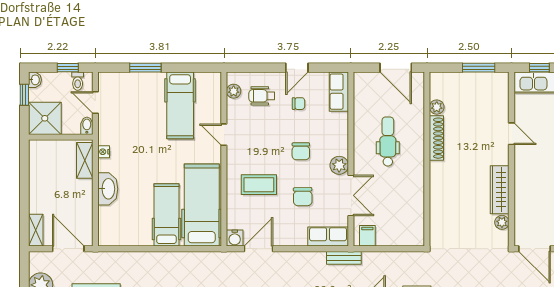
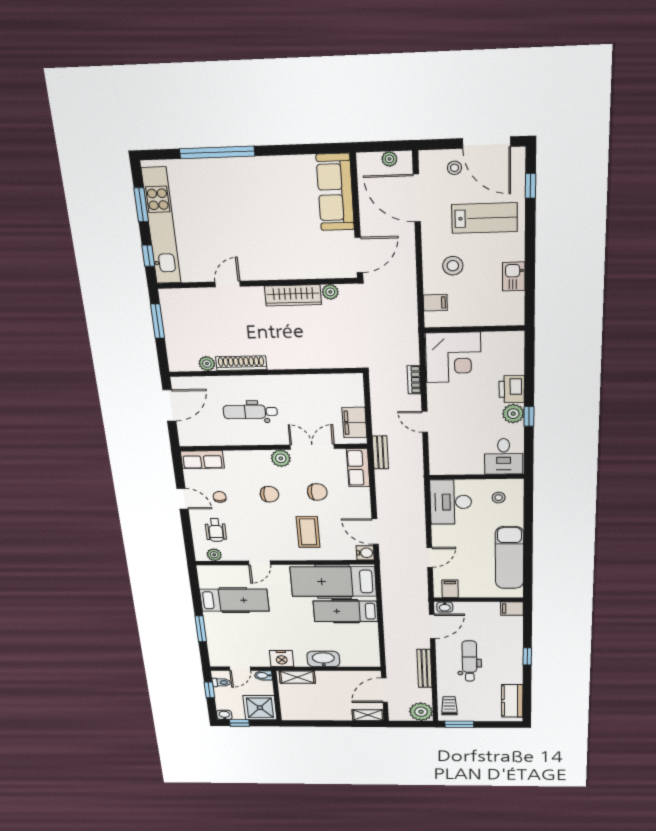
nightstand: (104, 152) -> (282, 659), width x1.89, depth x1.79
filing cabinet: (367, 236) -> (354, 423), width x2.00

